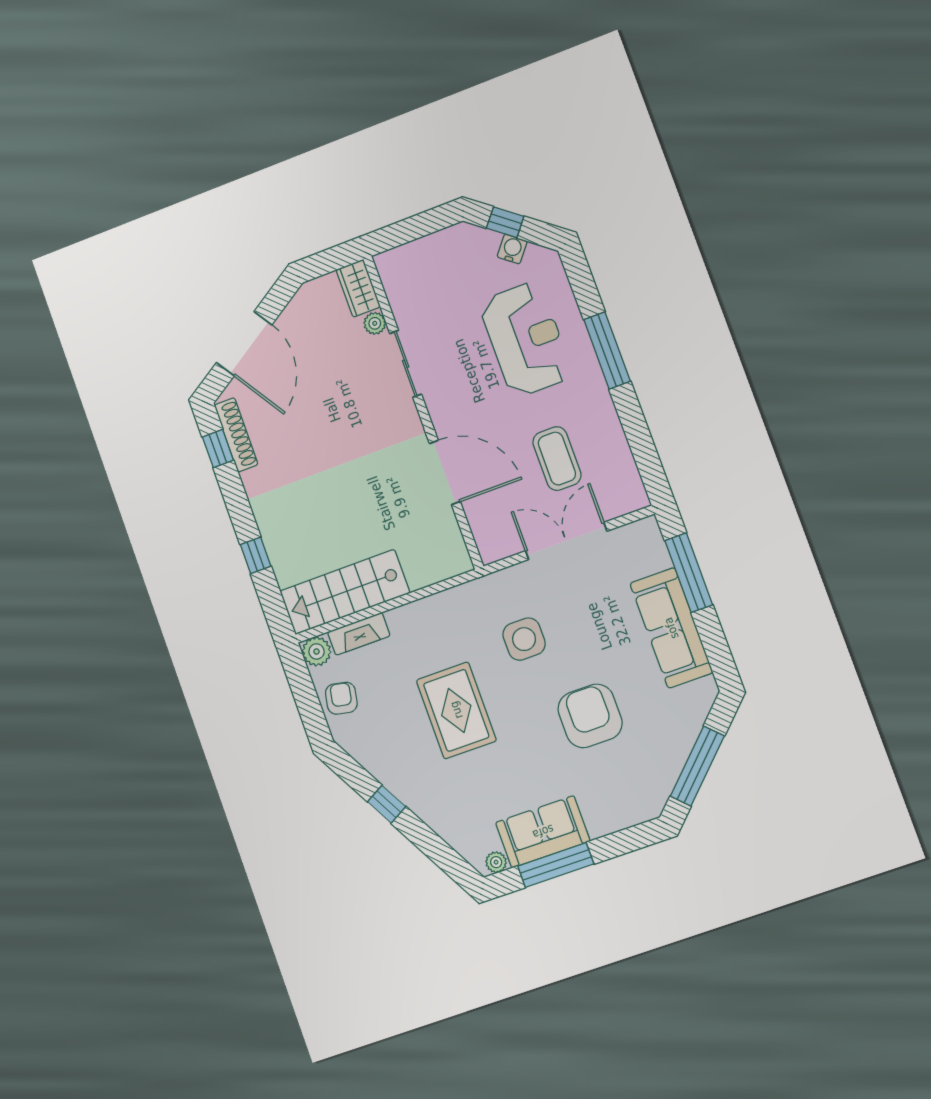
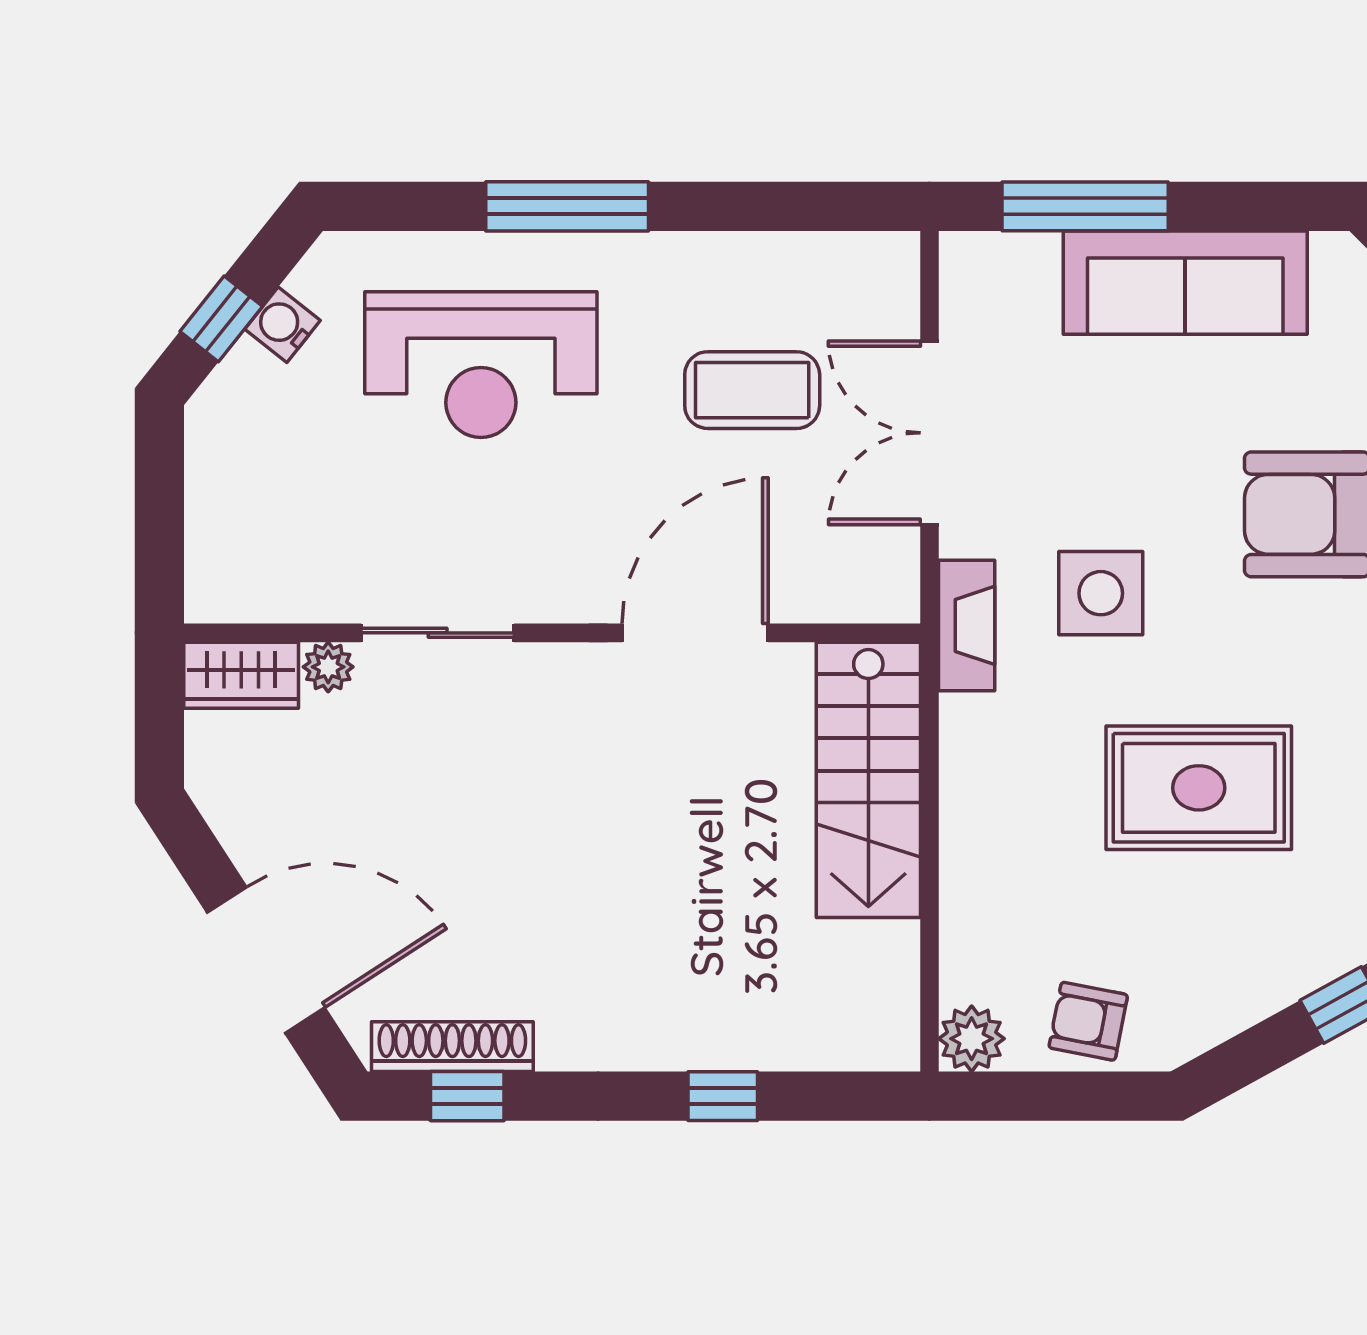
reception desk: (526, 339) -> (481, 365), turned 180
stairs: (345, 592) -> (868, 780), moved
fireplace: (359, 634) -> (967, 625), moved

